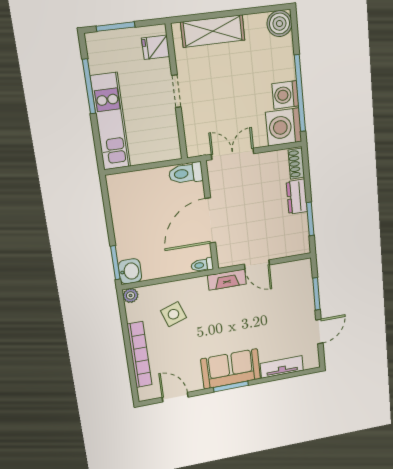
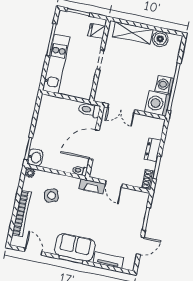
boiler: (279, 24) -> (160, 39), moved
double door: (233, 154) -> (121, 109), swing flipped
shoe rack: (296, 164) -> (148, 180), moved

